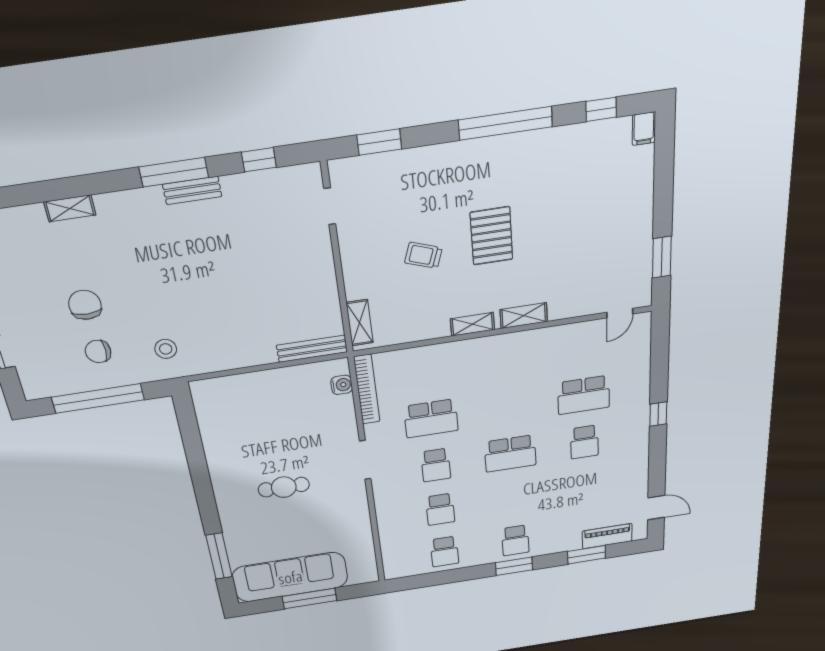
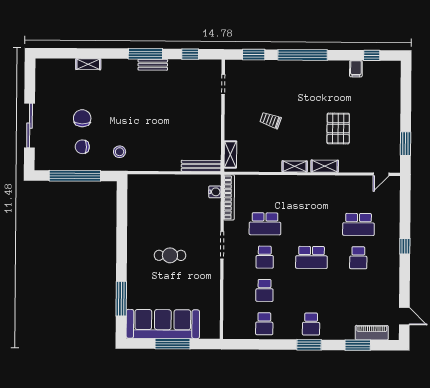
window: (505, 123) -> (303, 55), moved
filing cabinet: (644, 129) -> (356, 69), moved
pallet: (491, 236) -> (338, 128), moved

